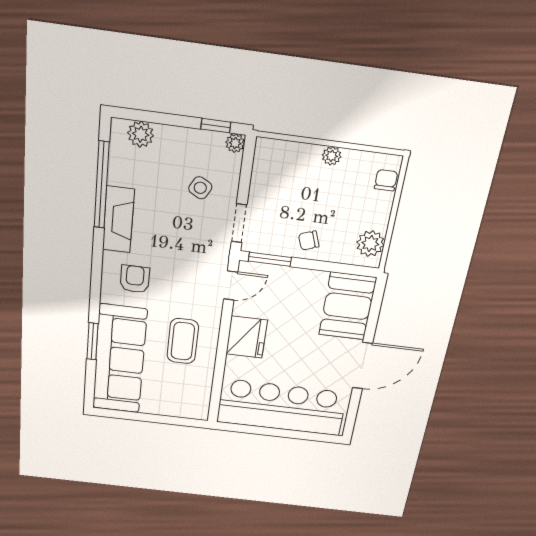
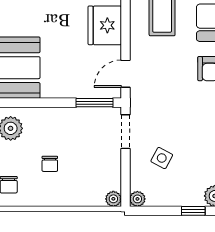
window: (216, 126) -> (193, 211), moved
plant: (332, 156) -> (113, 199), moved
chair: (309, 240) -> (50, 164), moved, turned 110

